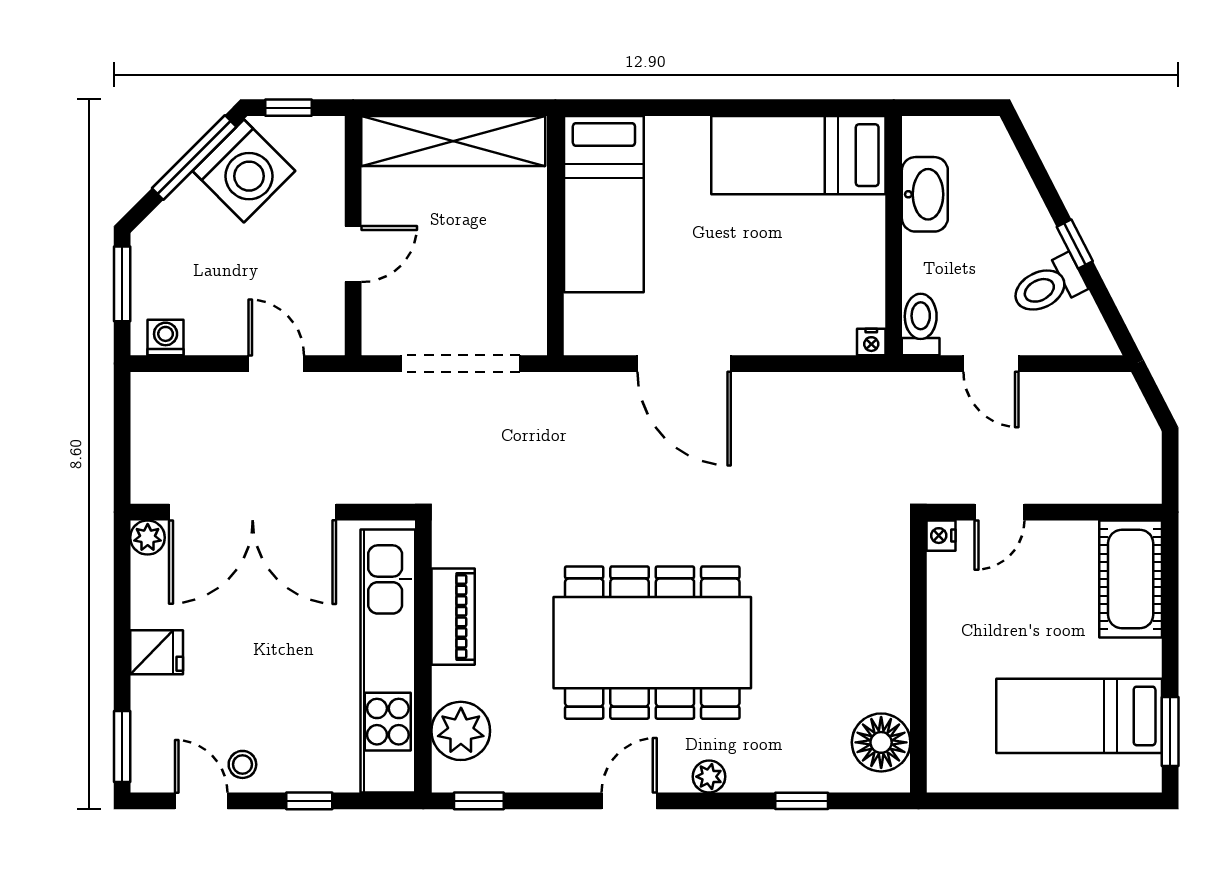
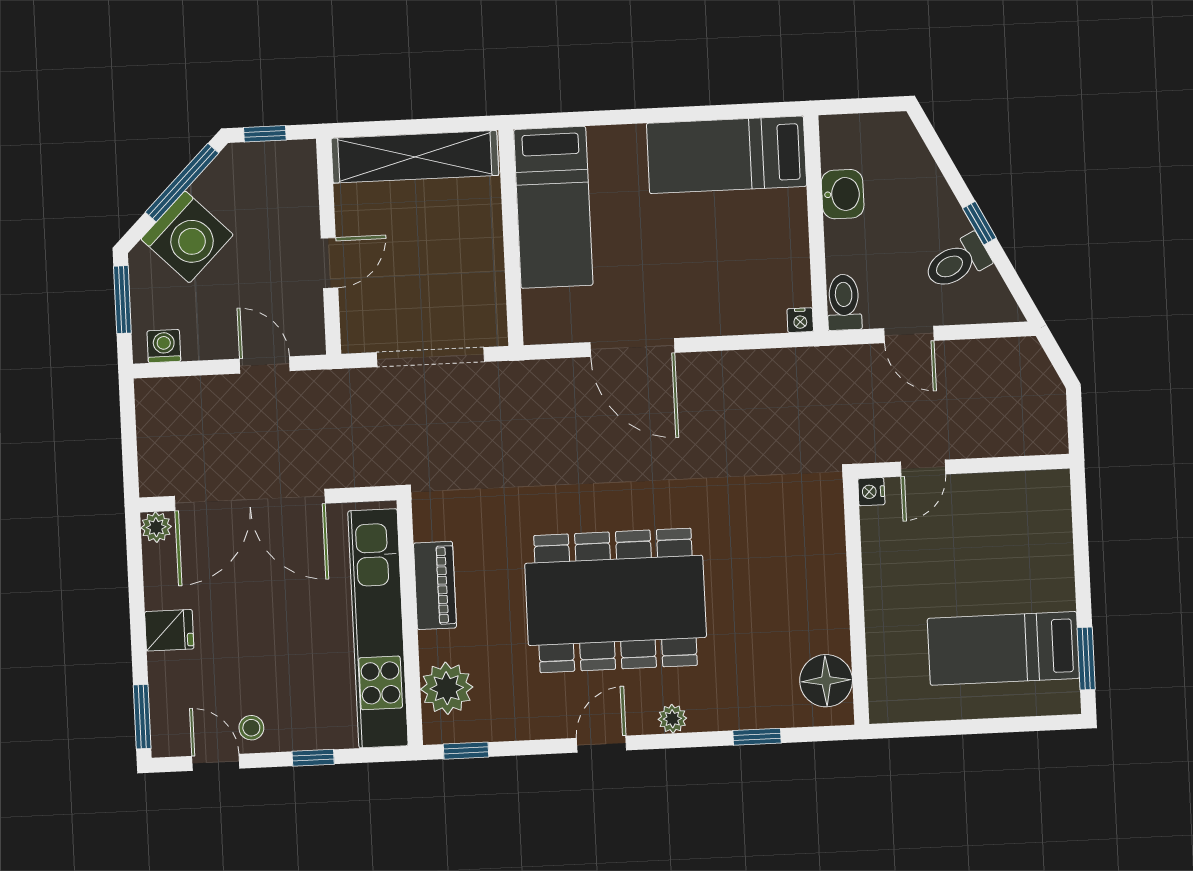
washing machine: (244, 171) -> (187, 237), moved
washbasin: (925, 194) -> (843, 194), width x0.72
cot: (1131, 579) -> (1044, 523), removed

